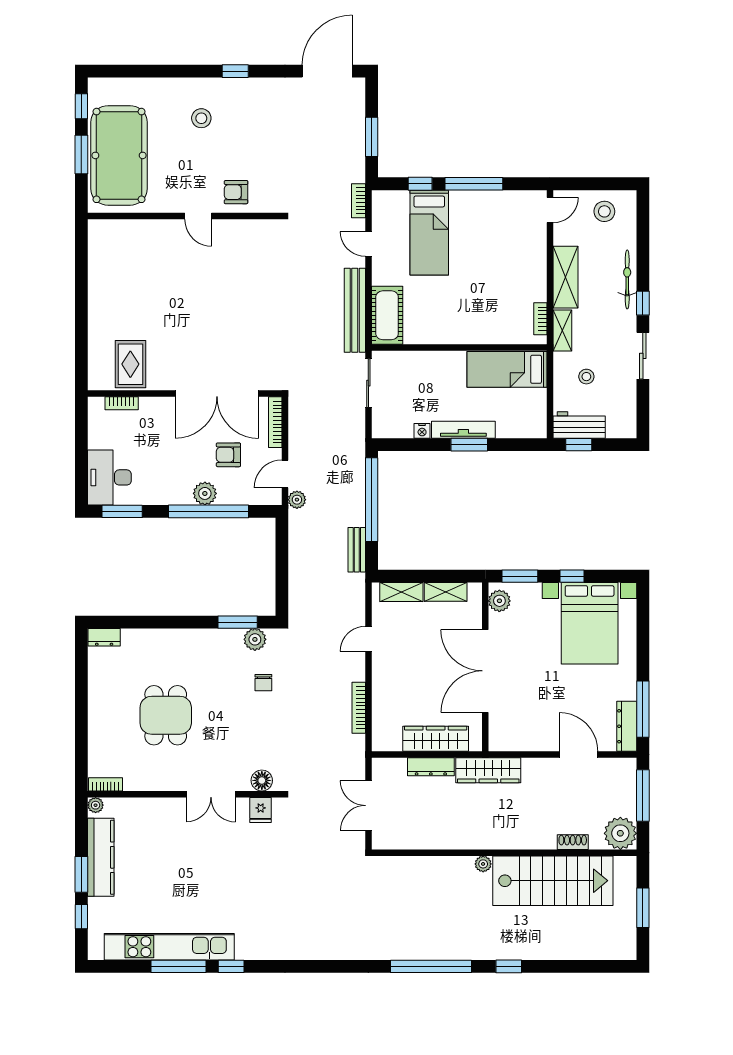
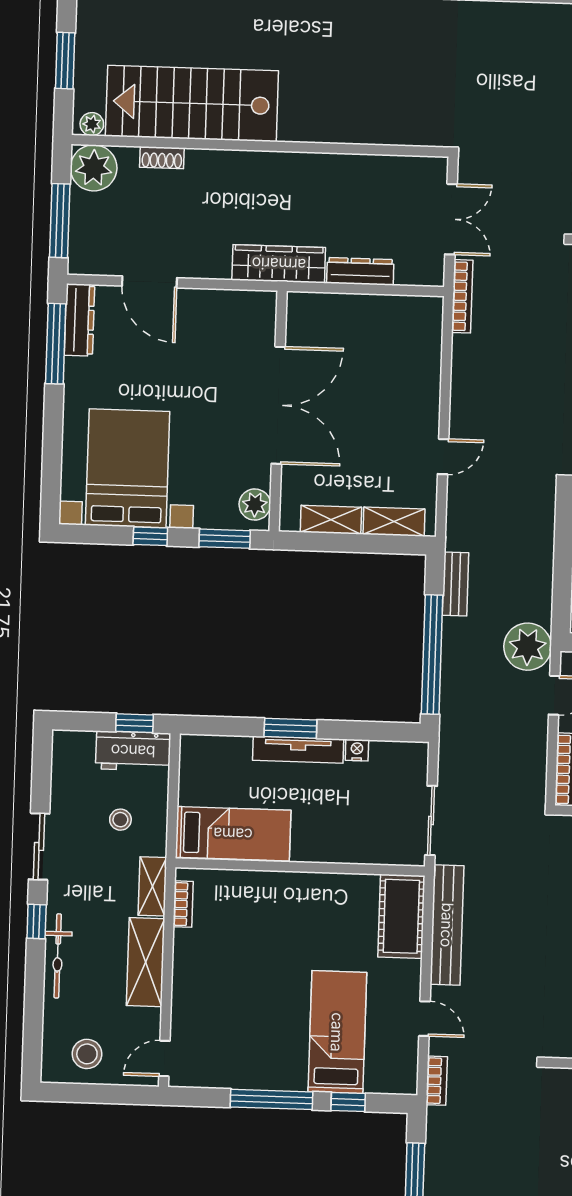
plant: (297, 500) -> (528, 647), width x1.87, depth x1.87
bookcase: (359, 708) -> (462, 296), moved
wardrobe: (436, 739) -> (352, 311), removed
plant: (483, 864) -> (92, 124), moved

